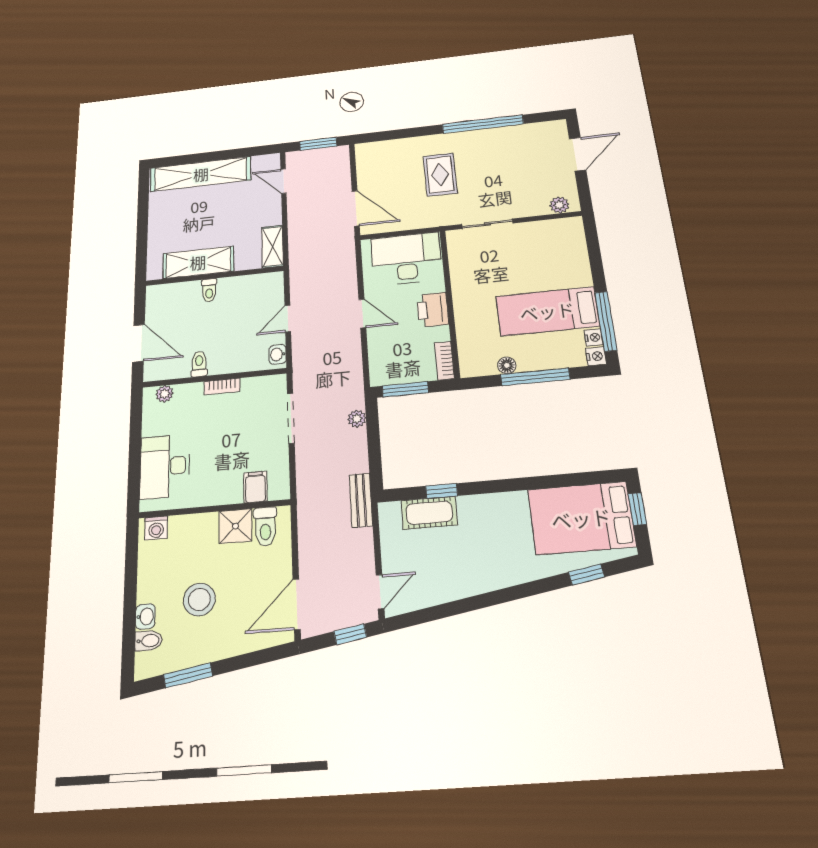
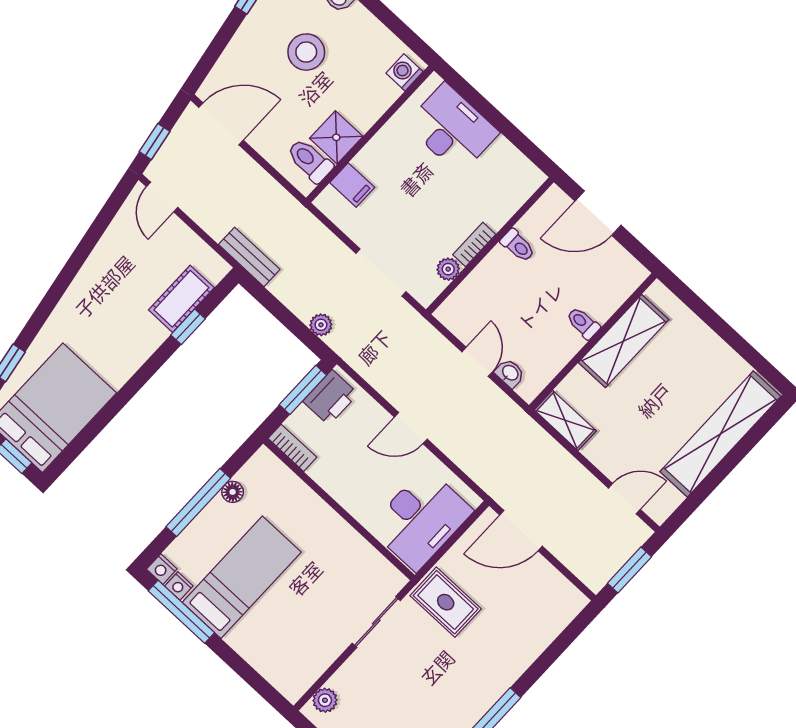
rug: (440, 175) -> (446, 602), moved
printer: (433, 310) -> (330, 398), moved, turned 90
washbasin: (278, 354) -> (510, 373), moved
plant: (165, 394) -> (448, 269), moved
door: (297, 604) -> (221, 124), hinge flipped

